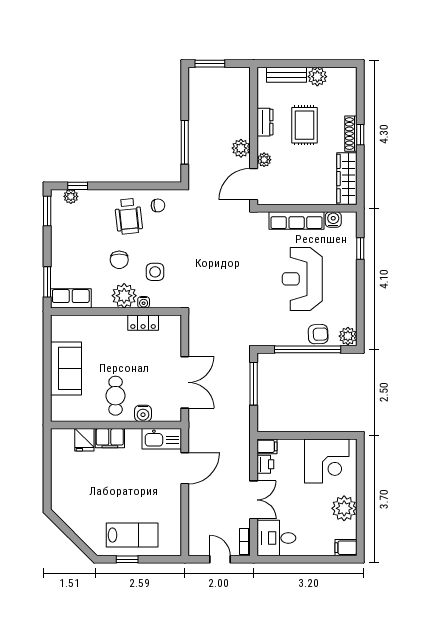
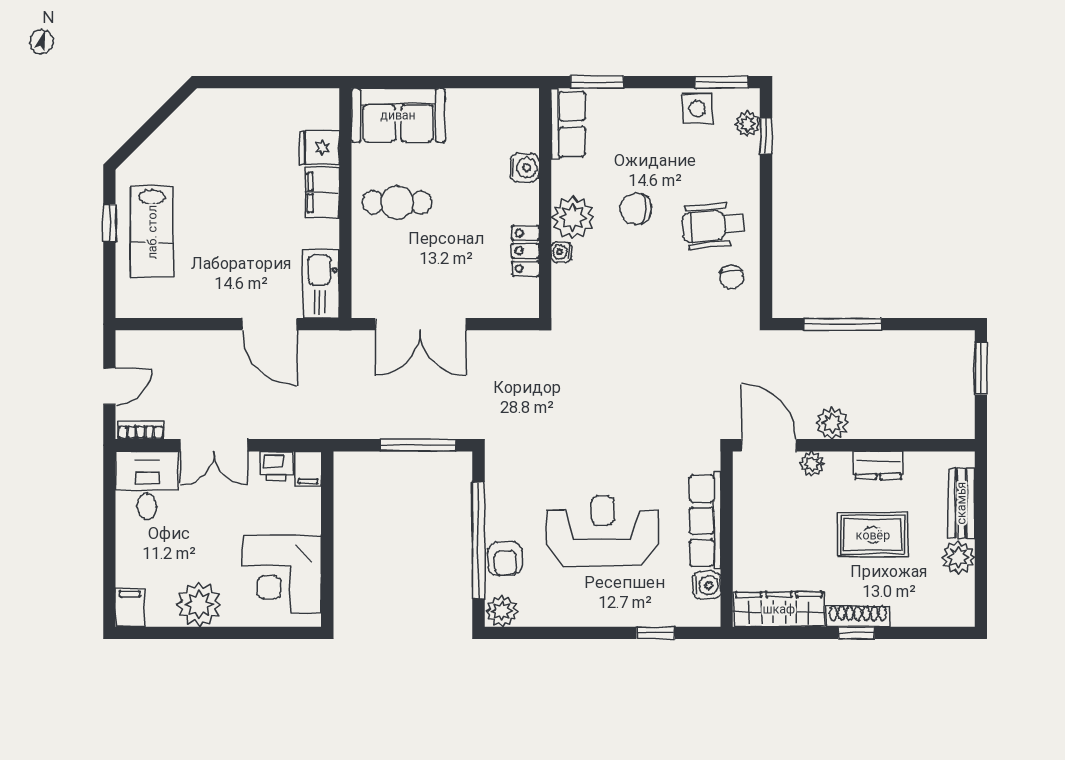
side table: (155, 272) -> (697, 109), moved
sofa: (66, 368) -> (398, 115), moved
water cooler: (143, 413) -> (525, 168), moved, turned 180

